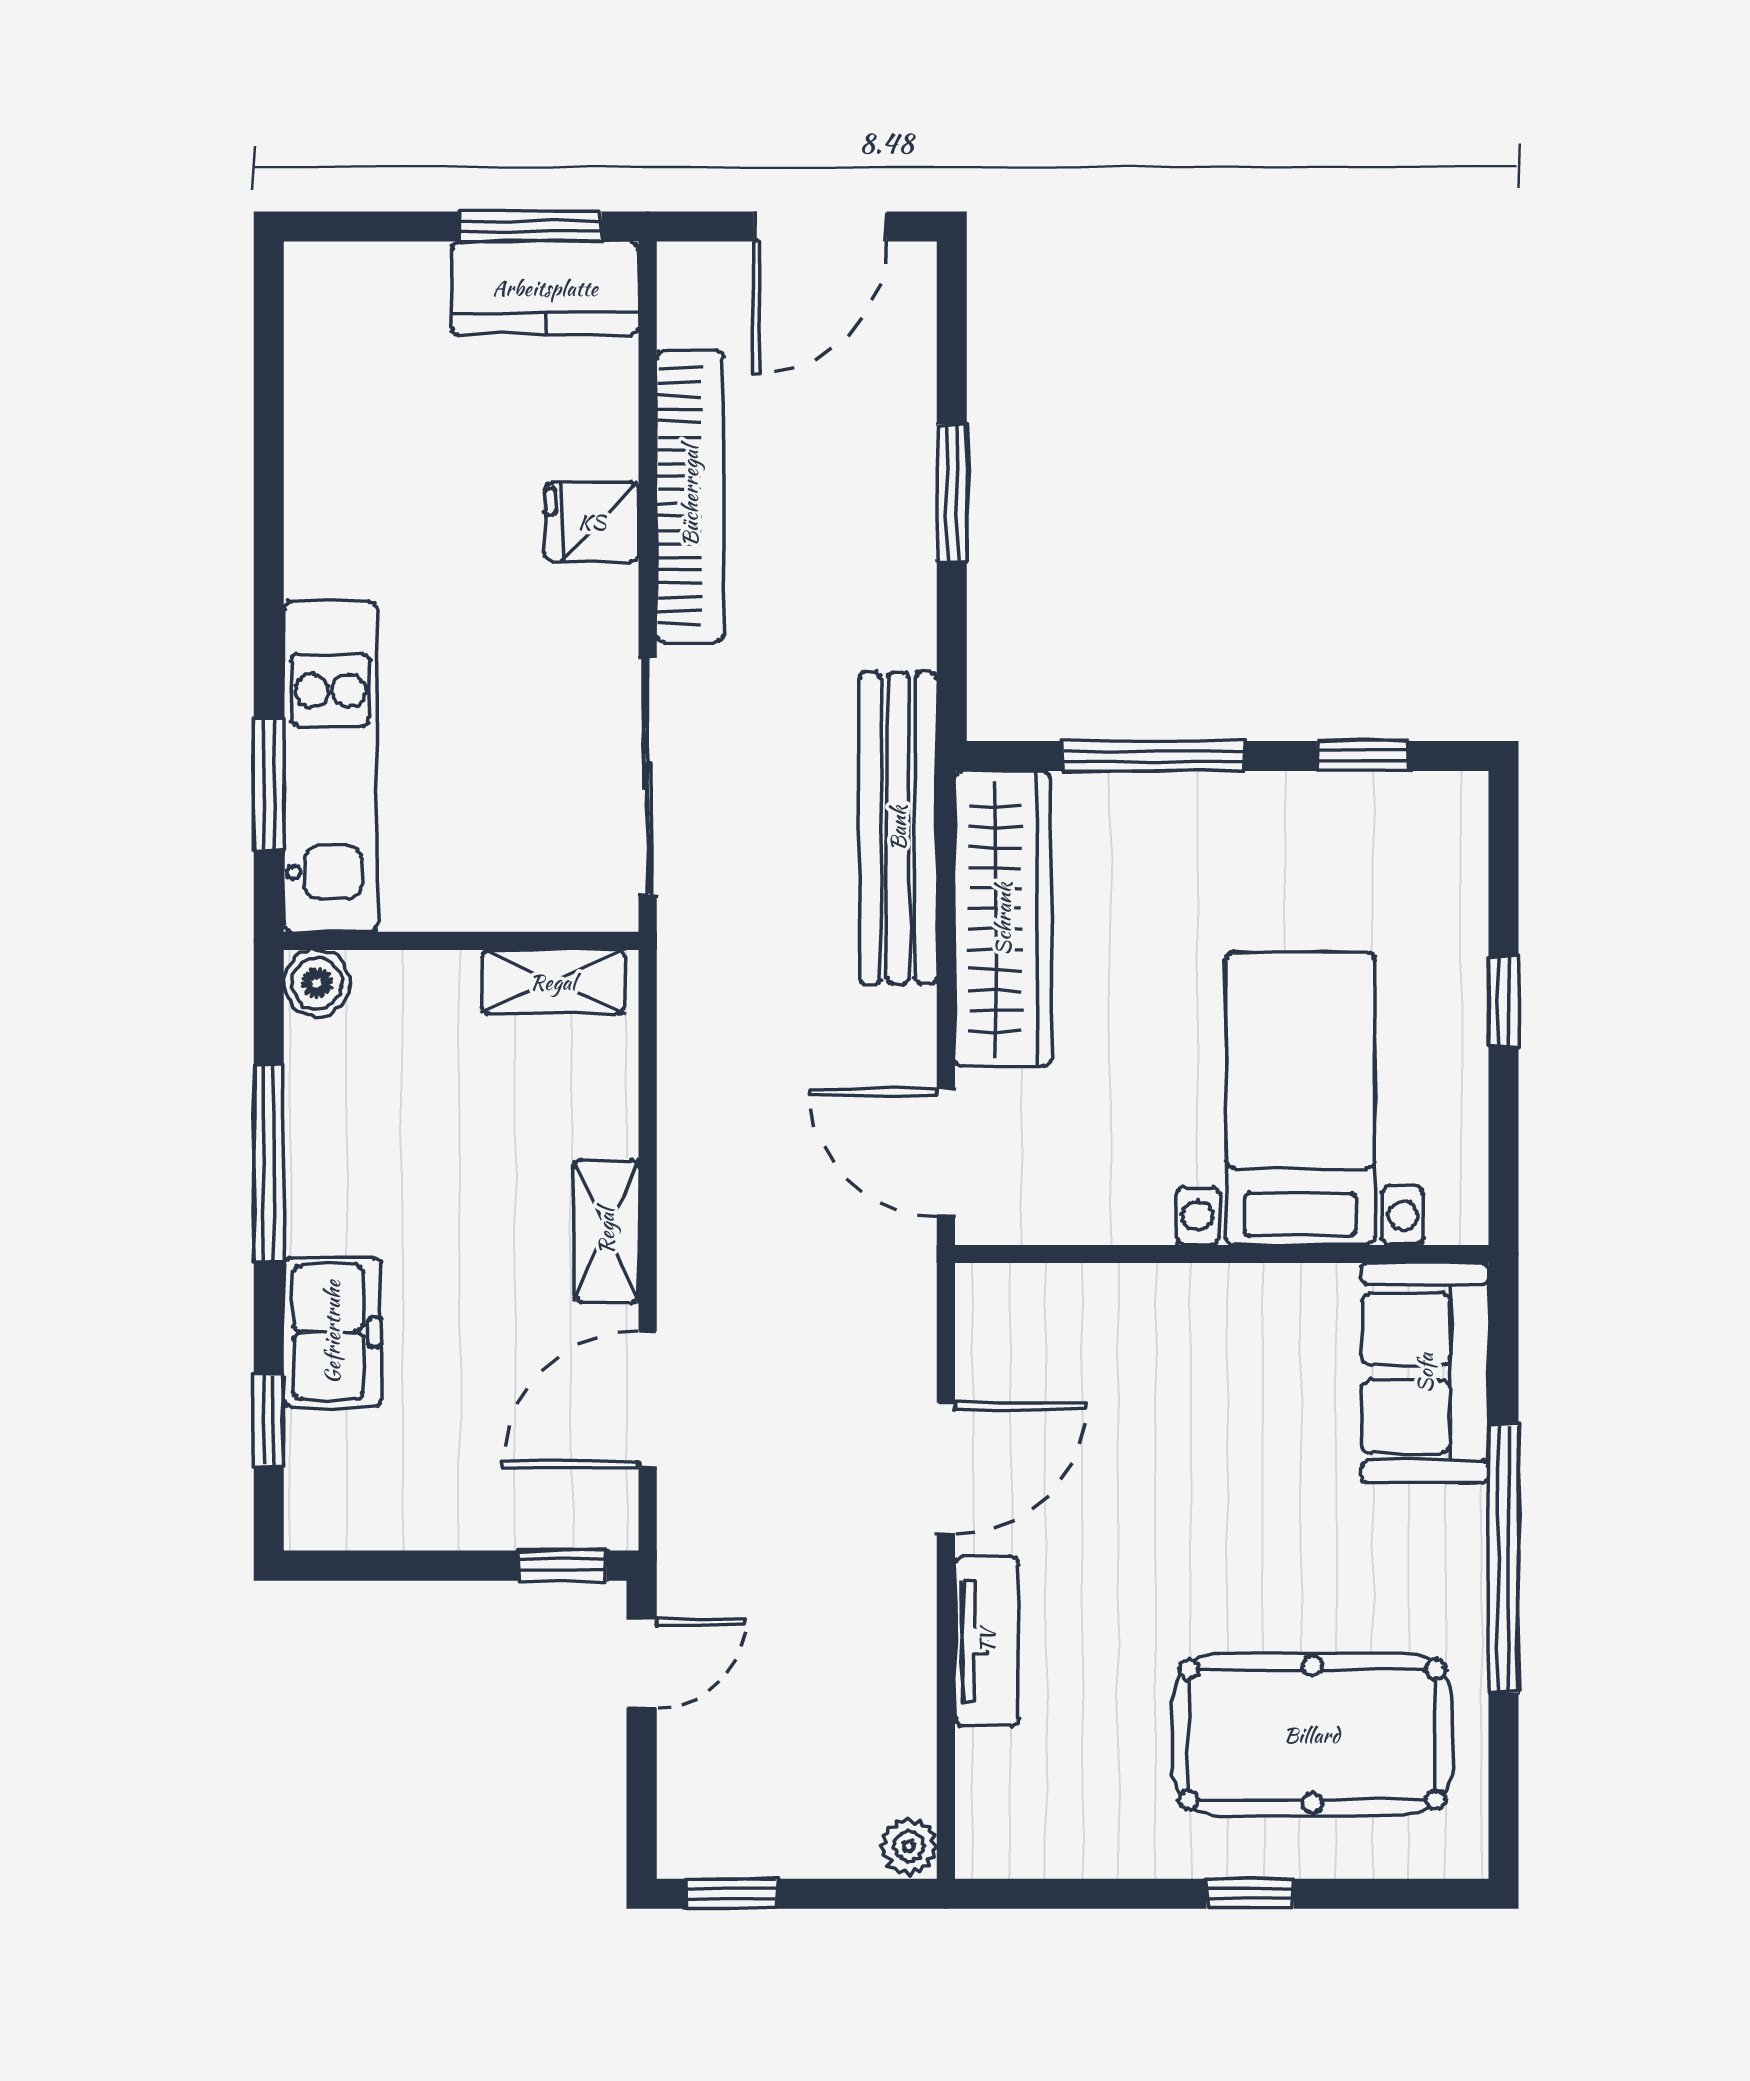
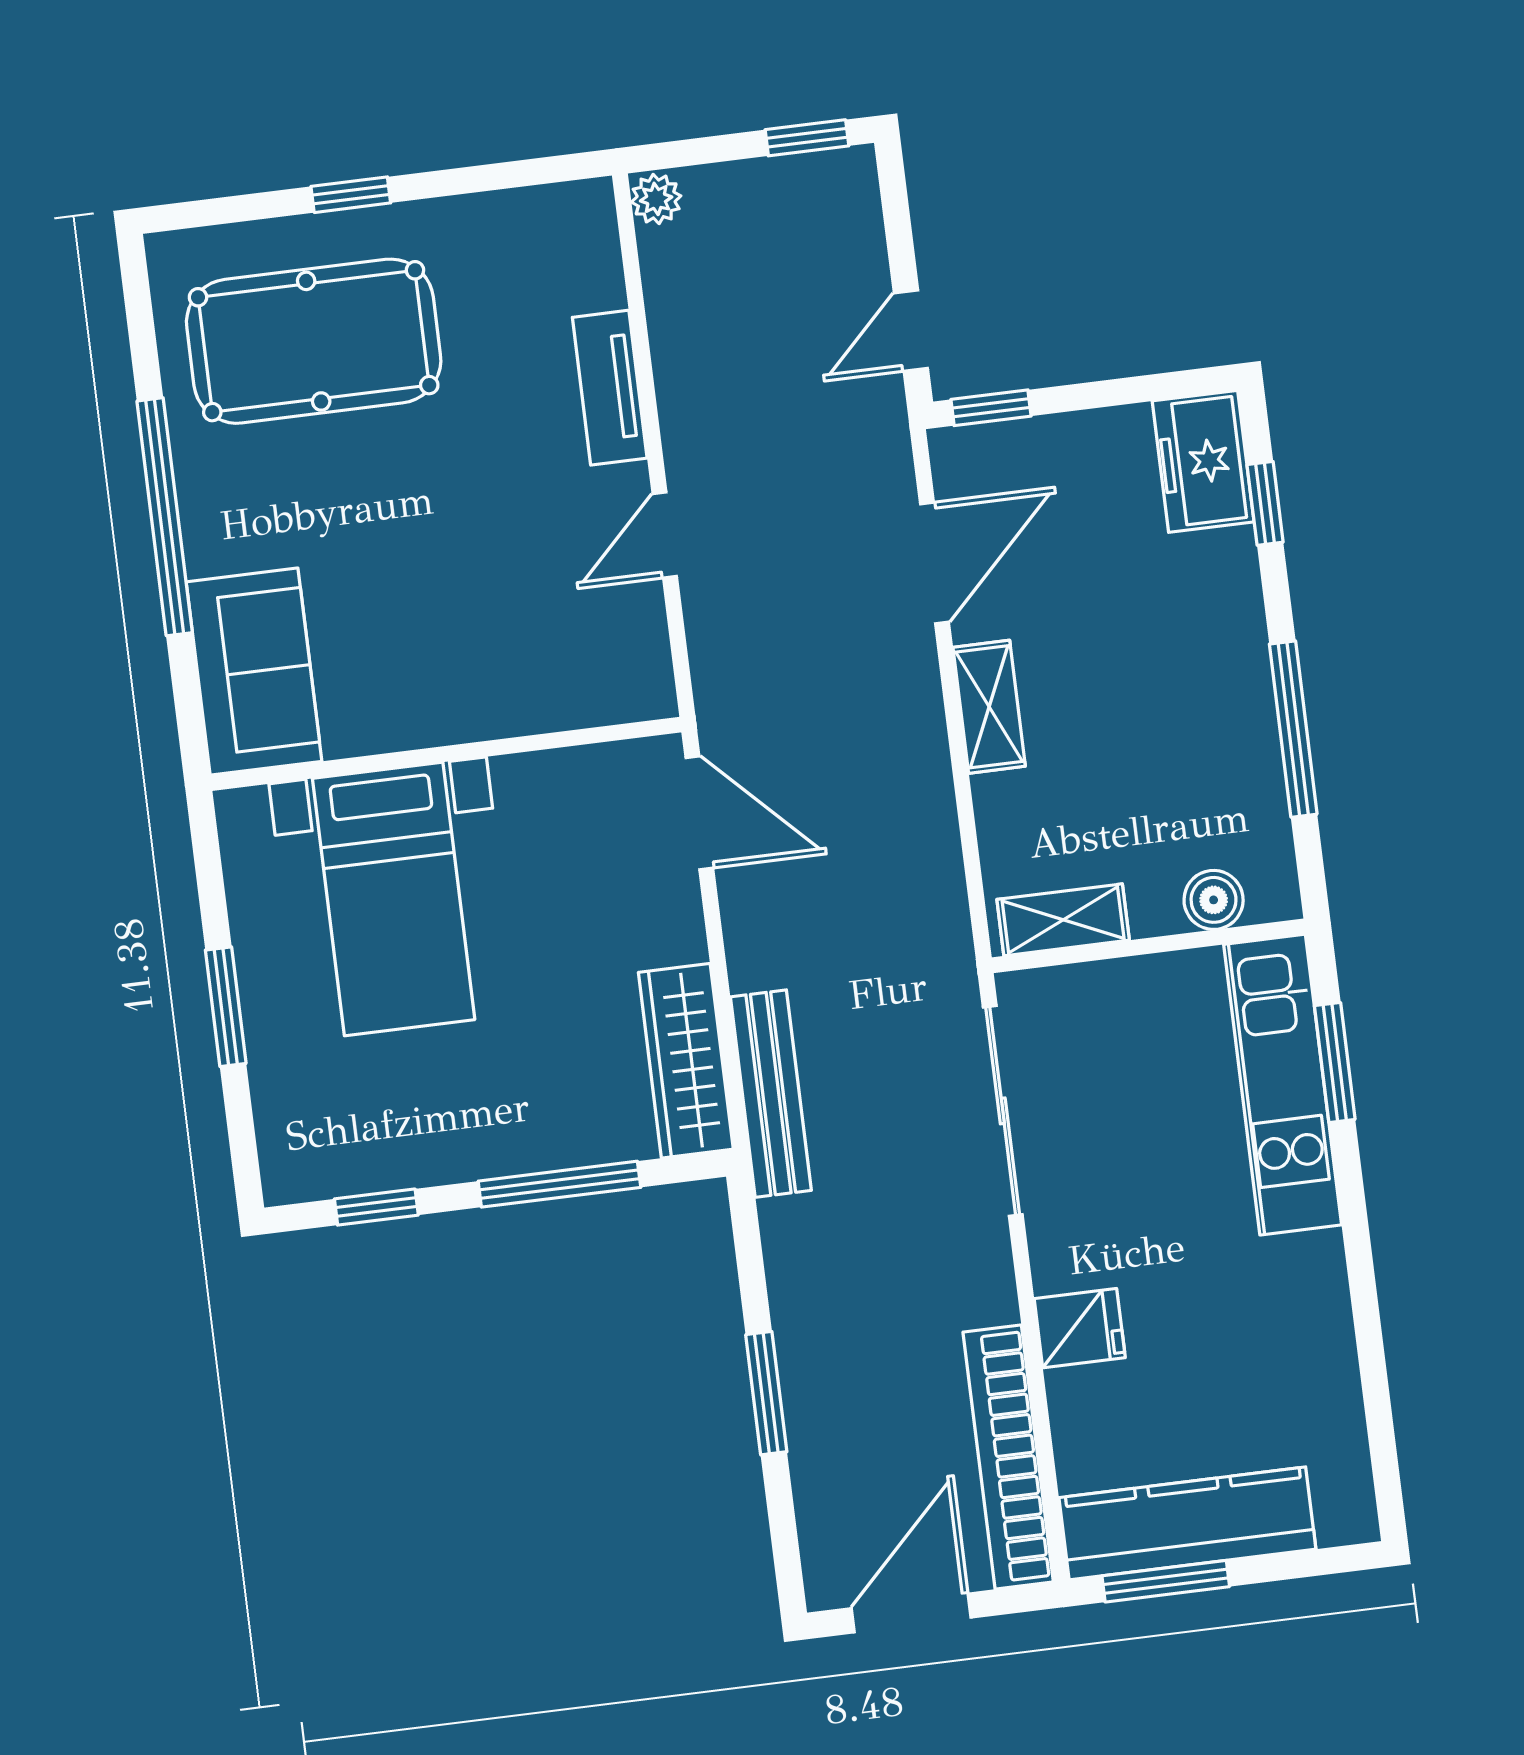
kitchen counter: (545, 288) -> (1187, 1523), width x1.50
bookcase: (690, 496) -> (1008, 1457), moved
bench: (898, 828) -> (771, 1094), width x0.73, depth x0.82
wardrobe: (1003, 919) -> (686, 1061), width x0.71, depth x0.85
boiler: (317, 983) -> (1214, 900), moved
window: (1504, 1001) -> (226, 1007), width x1.50
freezer: (332, 1332) -> (1203, 461), moved
door: (946, 1469) -> (665, 535), width x0.73

